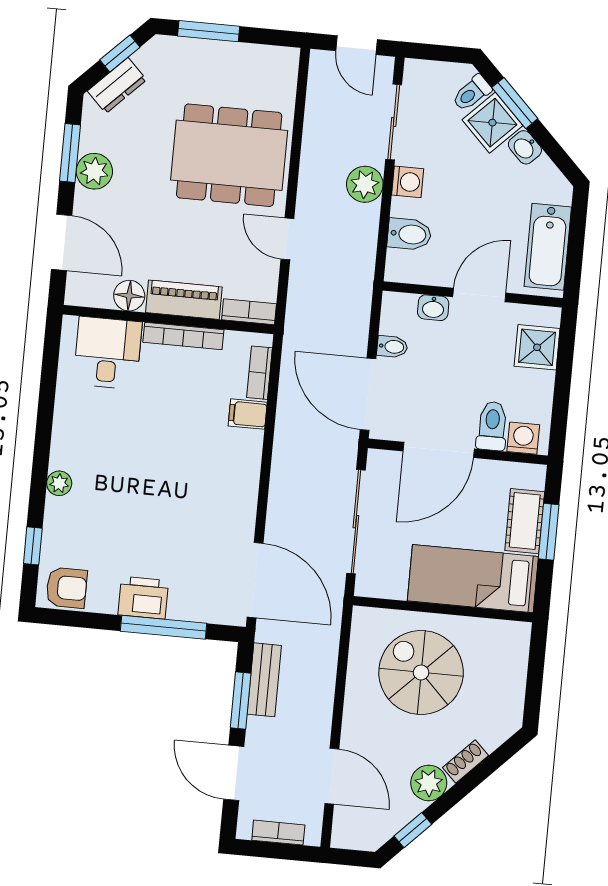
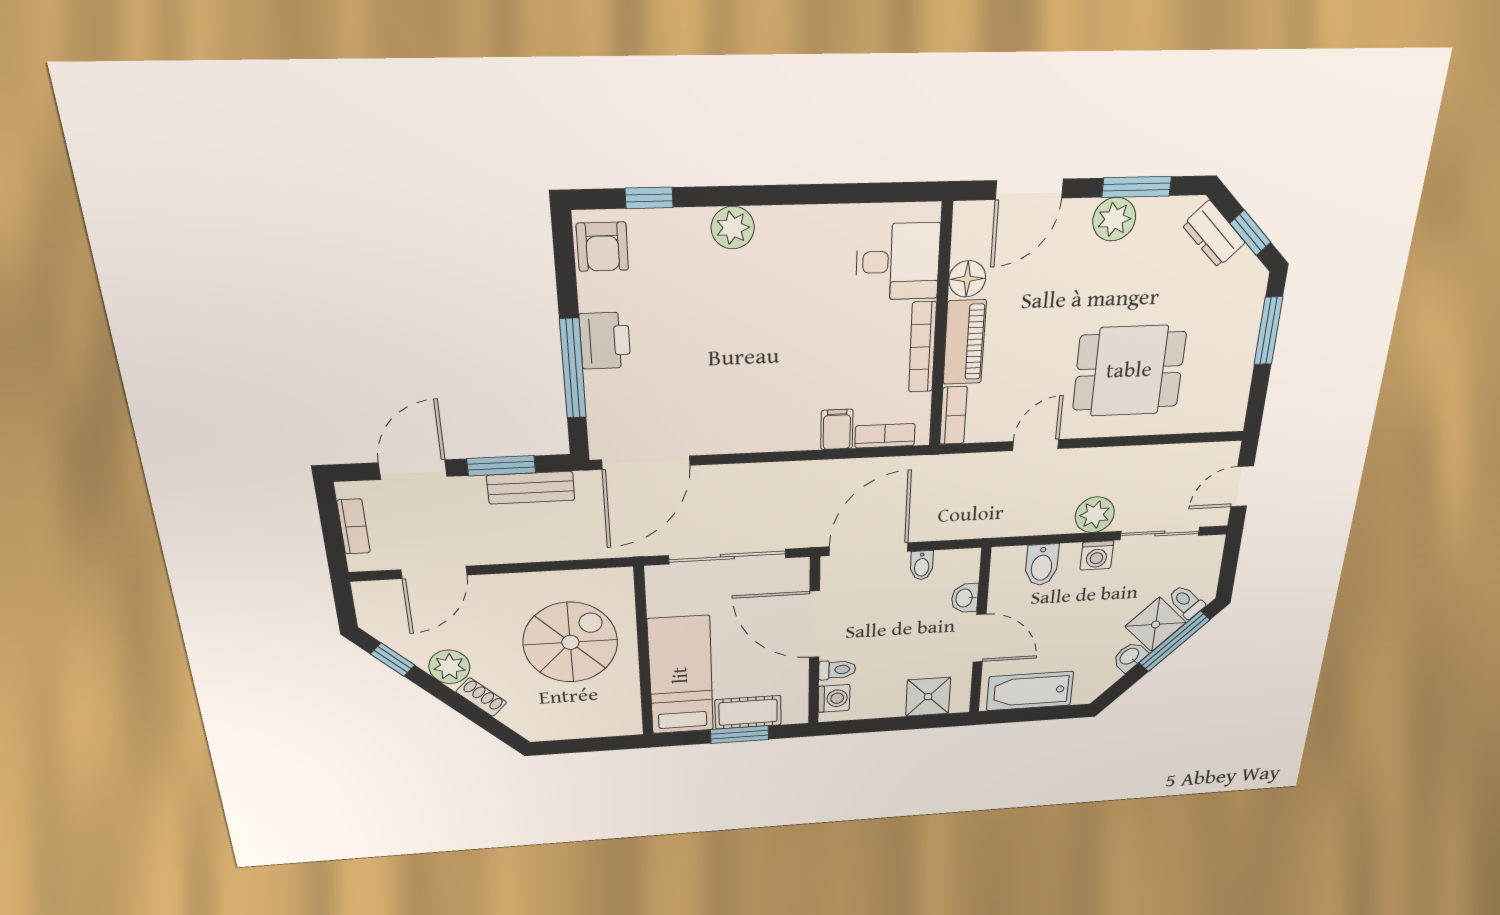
window: (515, 103) -> (1174, 641), width x1.44
dining table: (229, 155) -> (1129, 371), width x0.73
toilet: (492, 426) -> (837, 670), width x0.73, depth x0.72
plant: (59, 483) -> (733, 228), width x1.38, depth x1.38

